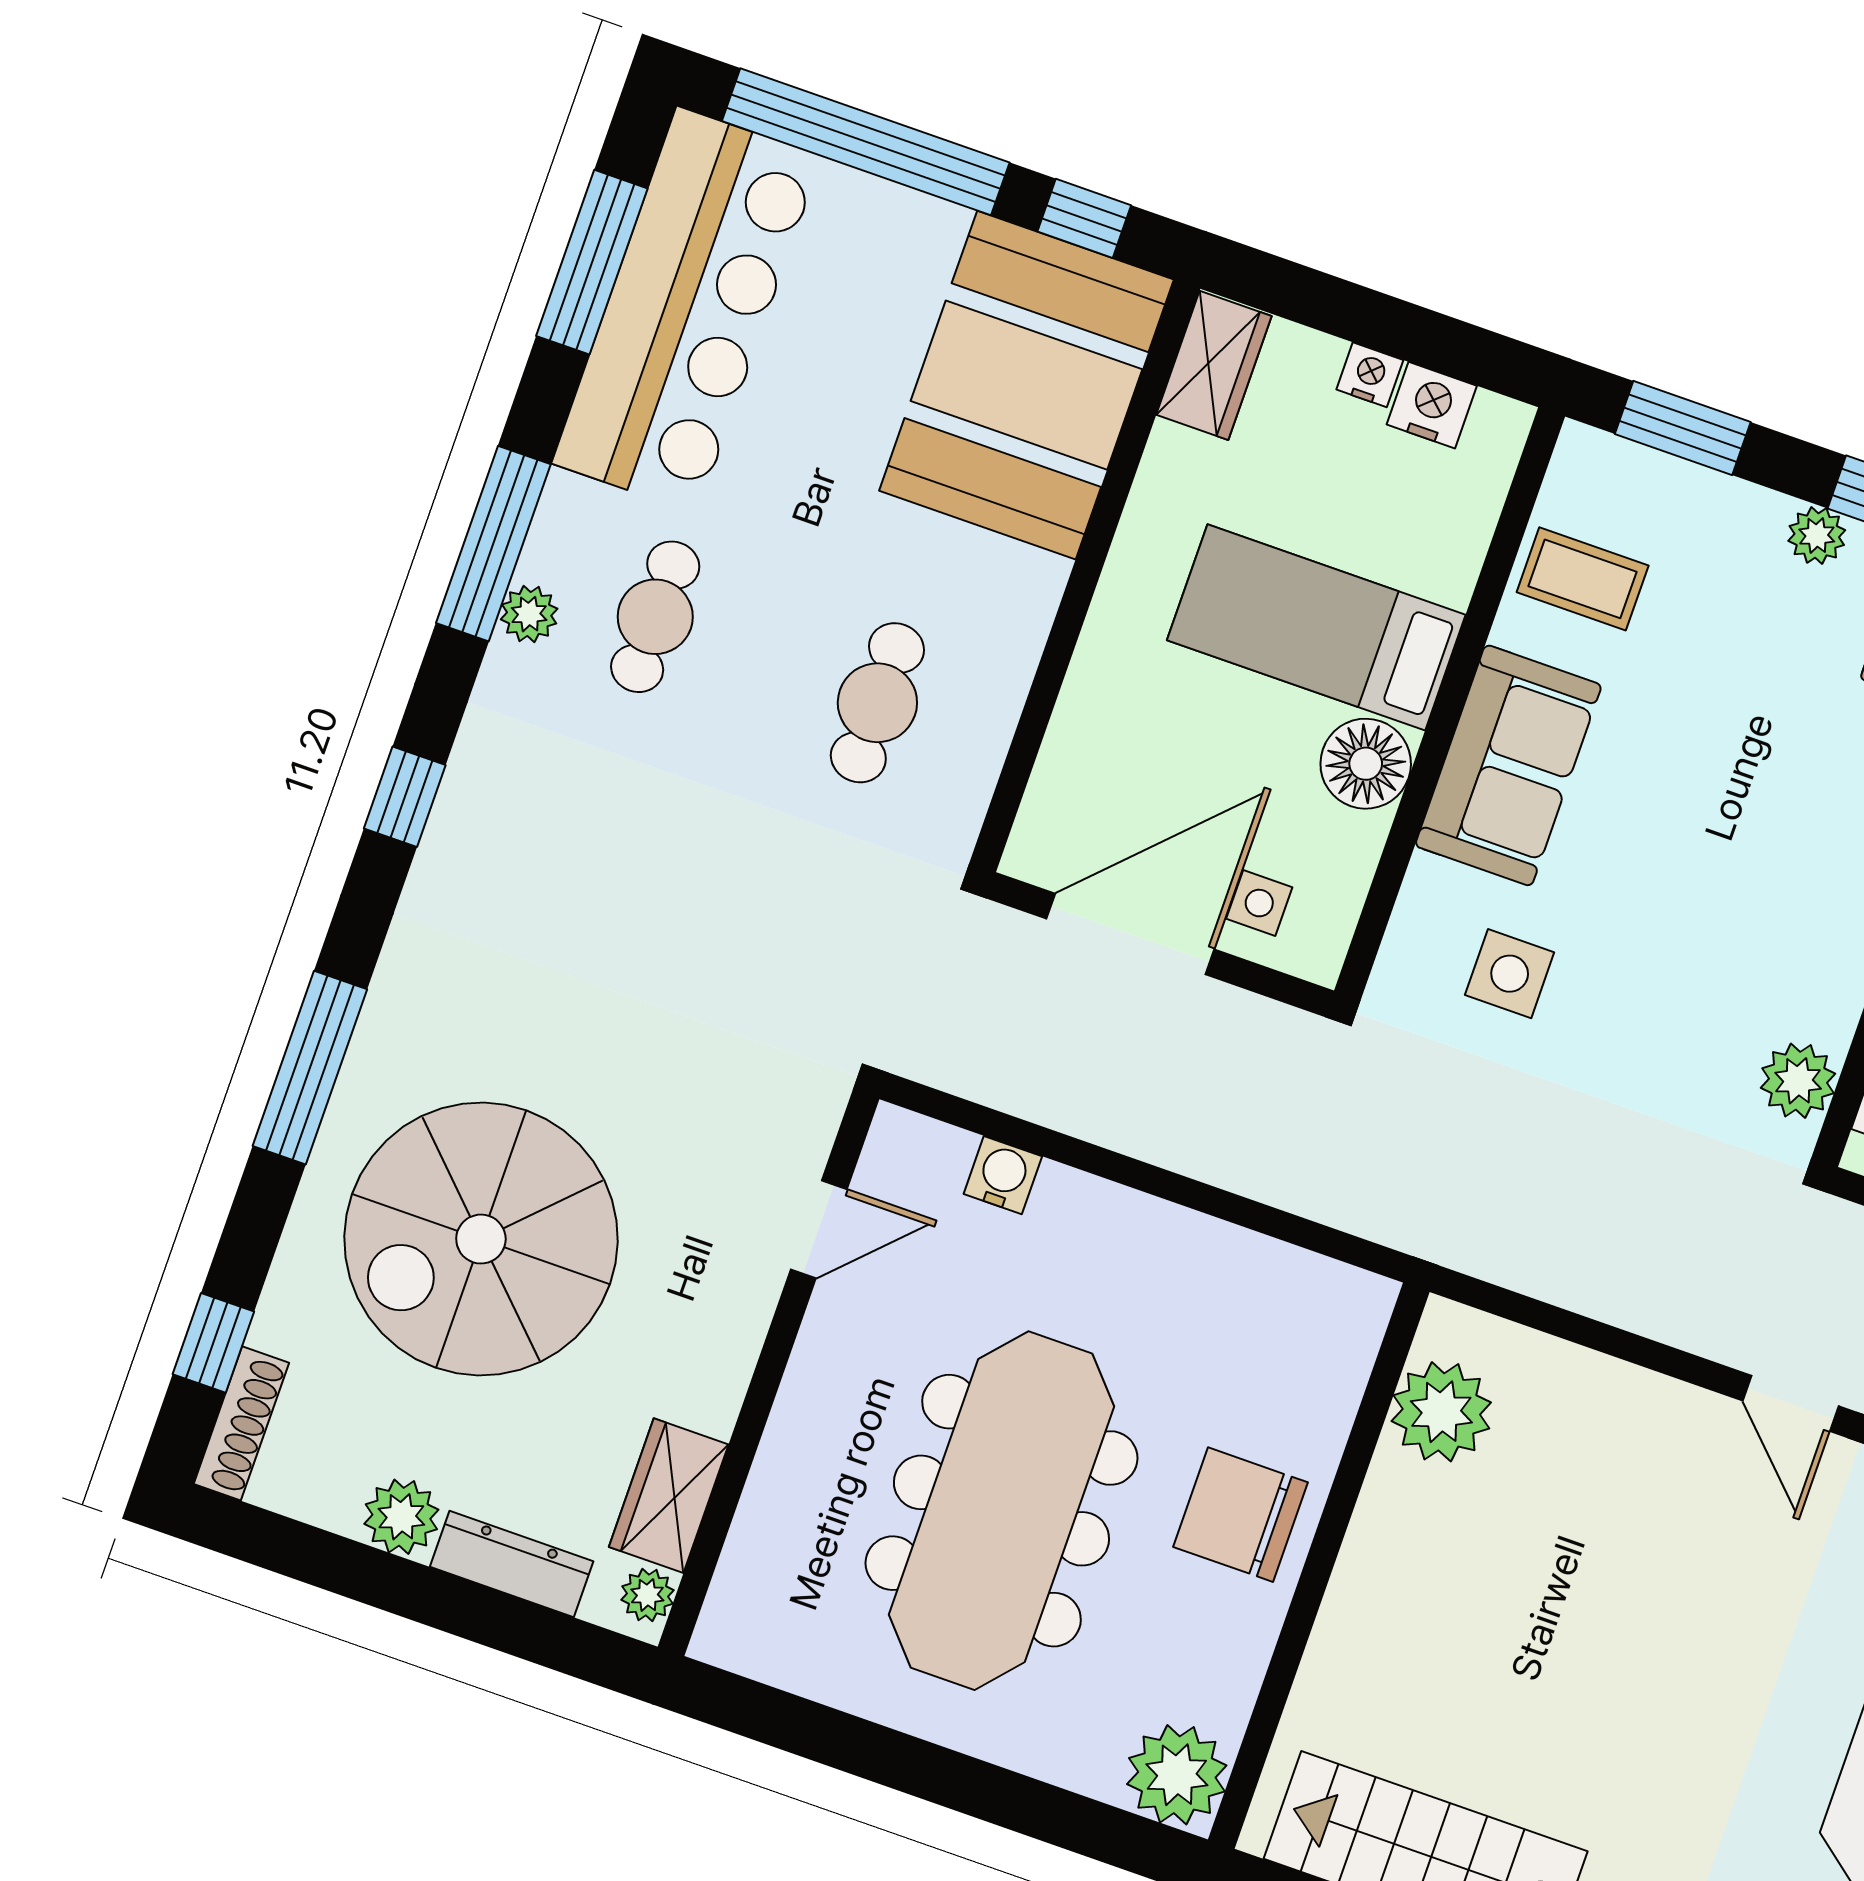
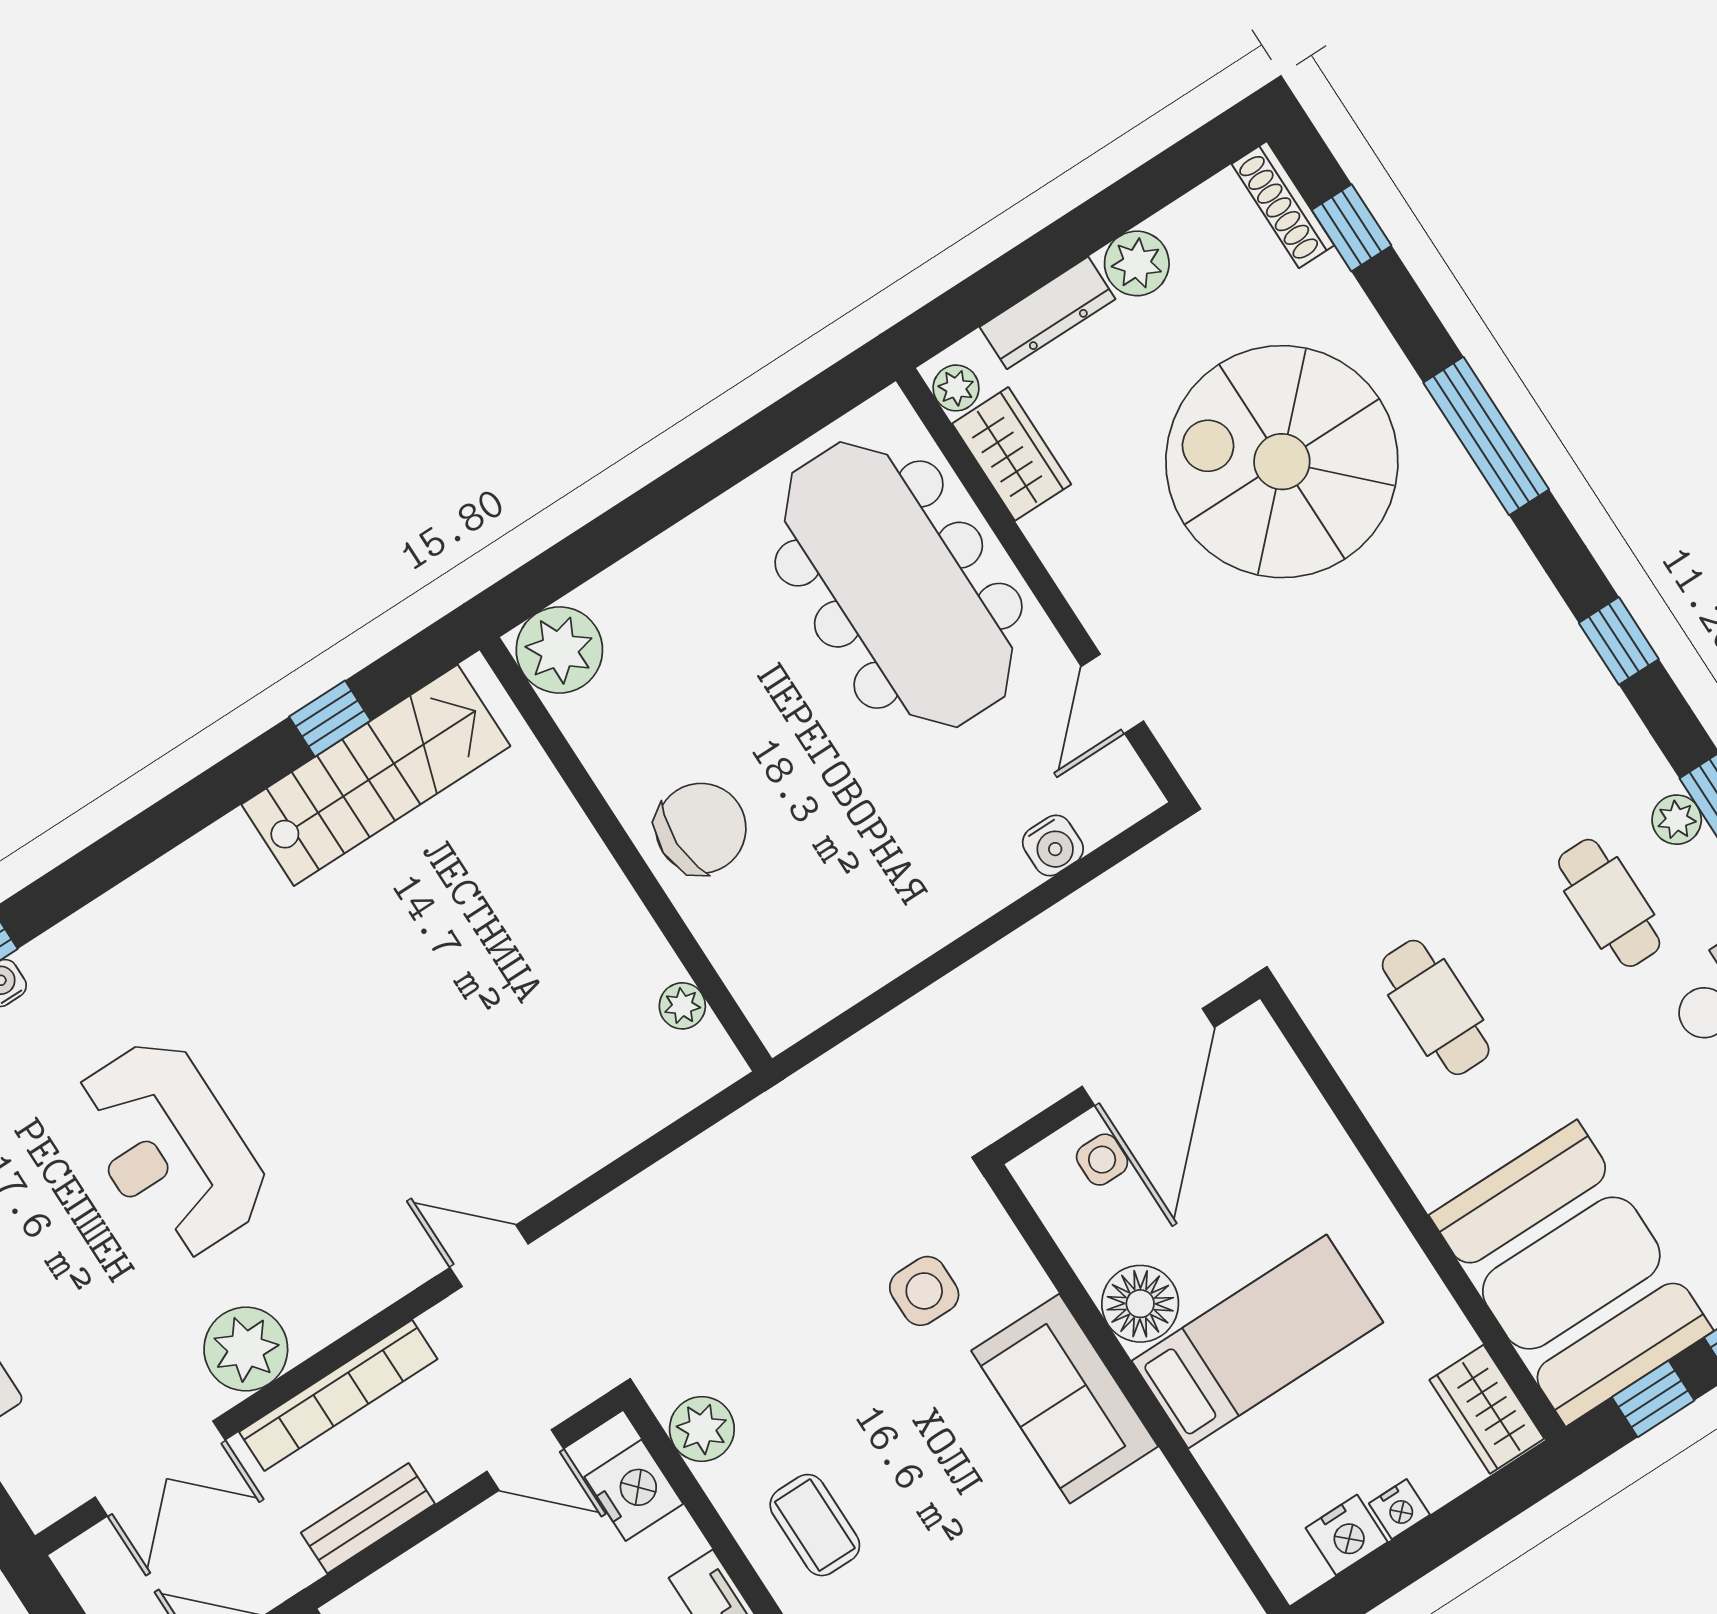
coffee table: (1583, 579) -> (815, 1525), moved, turned 90
spiral stairs: (481, 1239) -> (1282, 462), turned -90
plant: (1441, 1412) -> (682, 1006), width x0.53, depth x0.53
meeting table: (1001, 1511) -> (898, 585), moved

